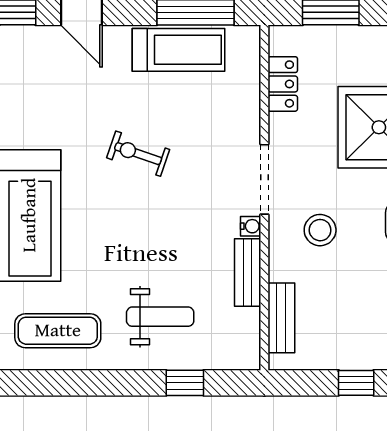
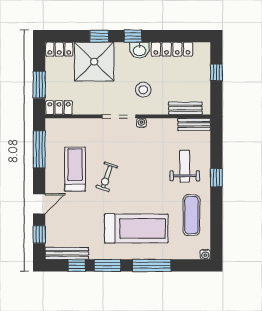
treadmill: (179, 50) -> (75, 169), moved
locker: (283, 84) -> (59, 108), moved
bench: (248, 272) -> (194, 124), moved
window: (185, 383) -> (216, 178), moved

